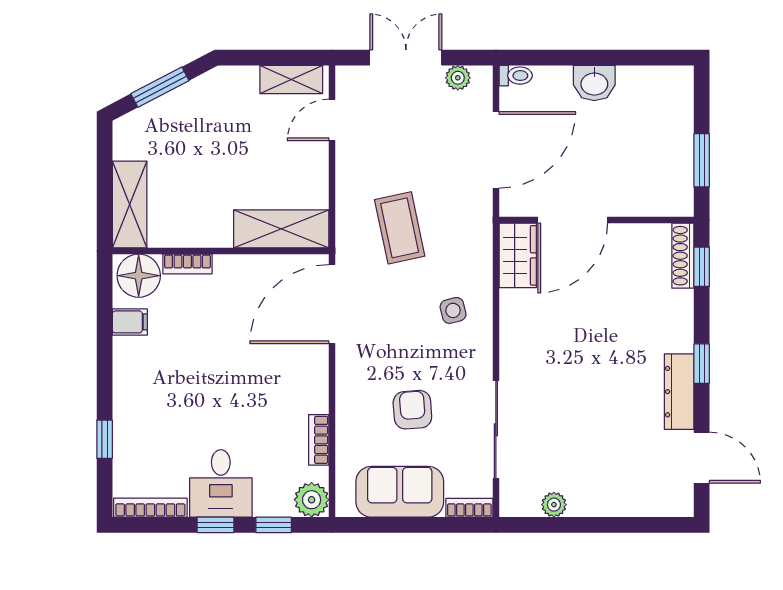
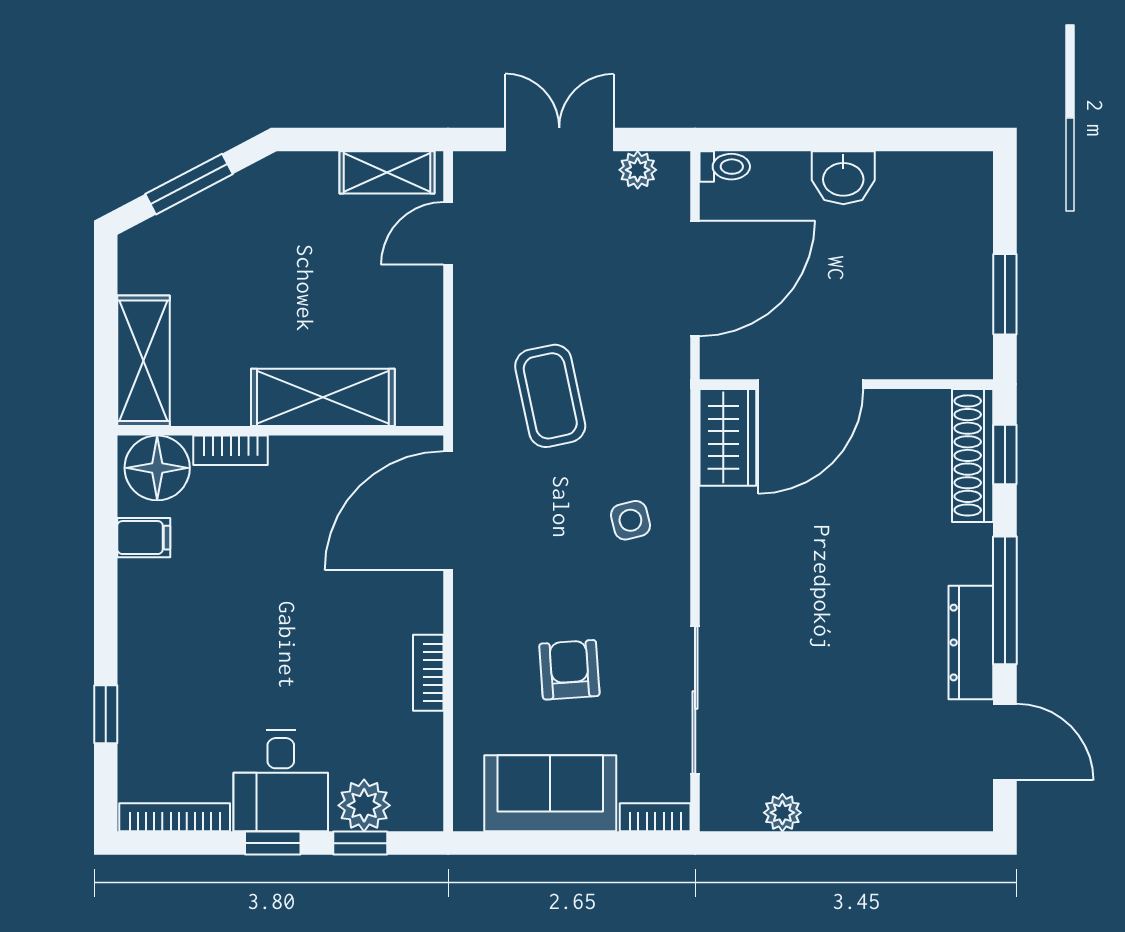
shelving: (281, 229) -> (323, 397), moved
shoe rack: (683, 256) -> (973, 455), width x1.36, depth x1.24
window: (702, 364) -> (1005, 600), width x2.17
bookcase: (319, 440) -> (428, 673), moved
plant: (312, 500) -> (364, 805), moved

